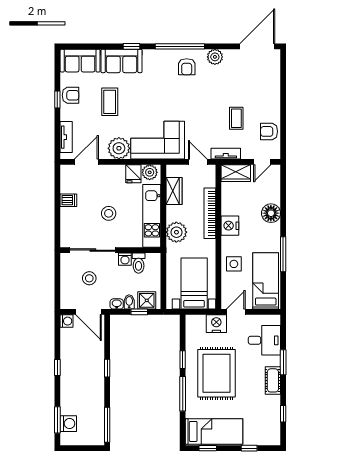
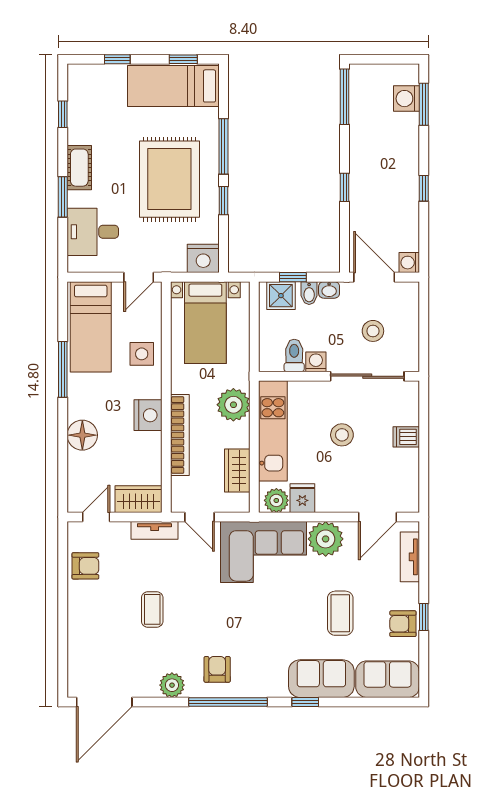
coffee table: (236, 118) -> (152, 609), moved
dishwasher: (68, 200) -> (406, 437), moved
nightstand: (216, 324) -> (203, 258), moved

